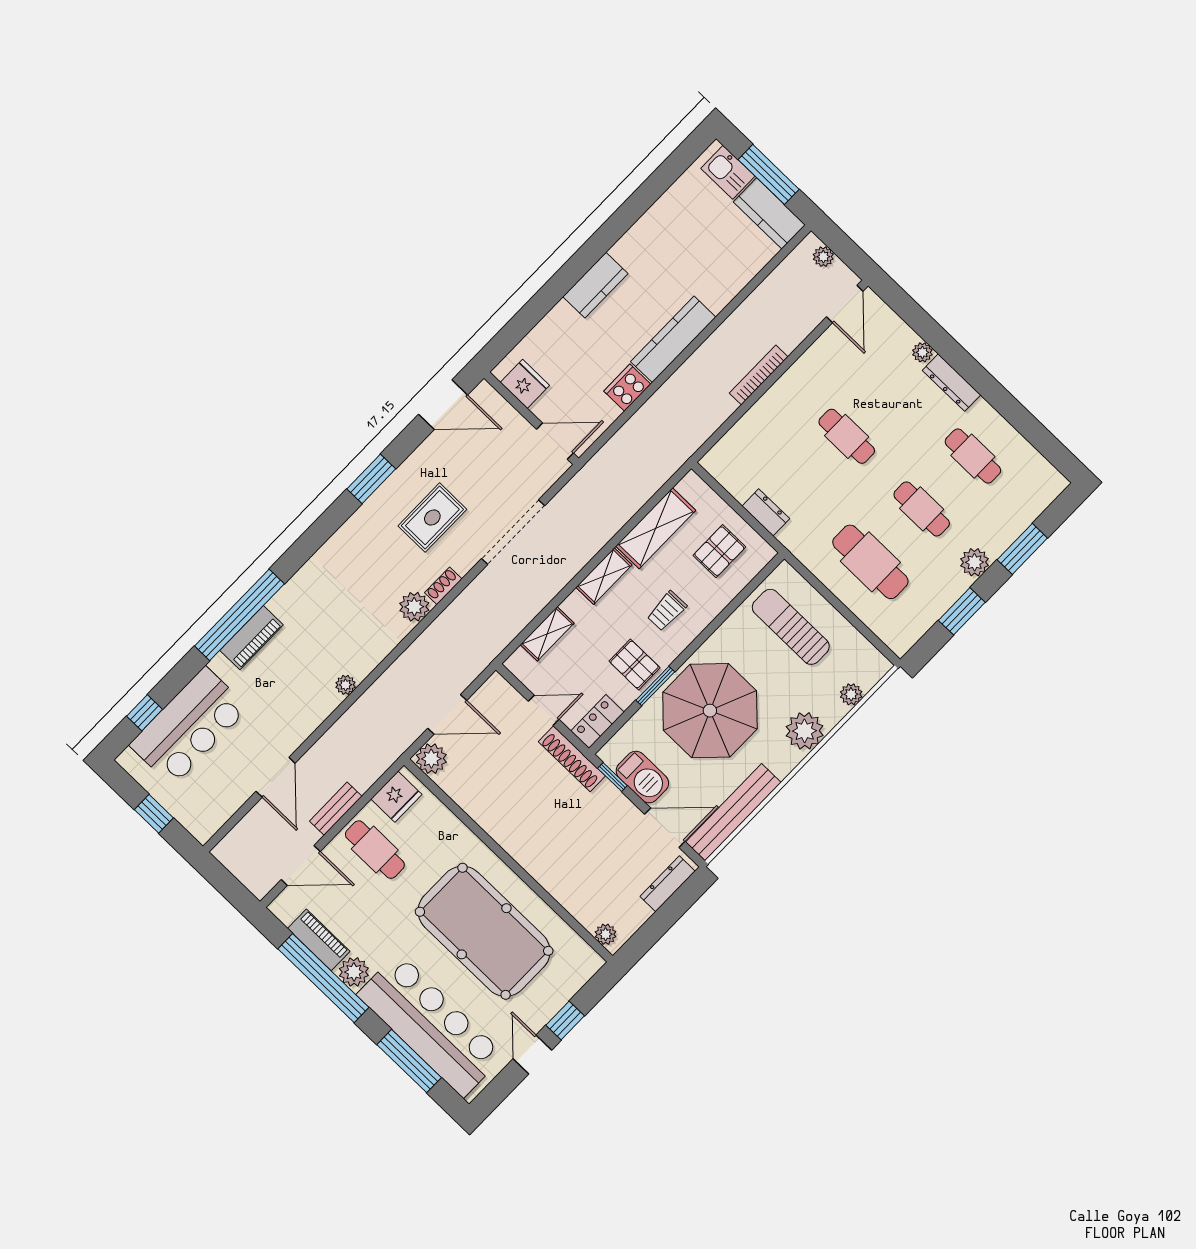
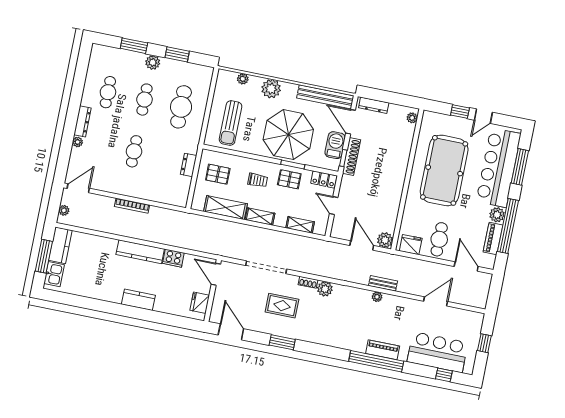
pallet: (634, 664) -> (289, 179), turned 90
shoe rack: (572, 759) -> (351, 157), moved
bench: (336, 809) -> (383, 283), moved

